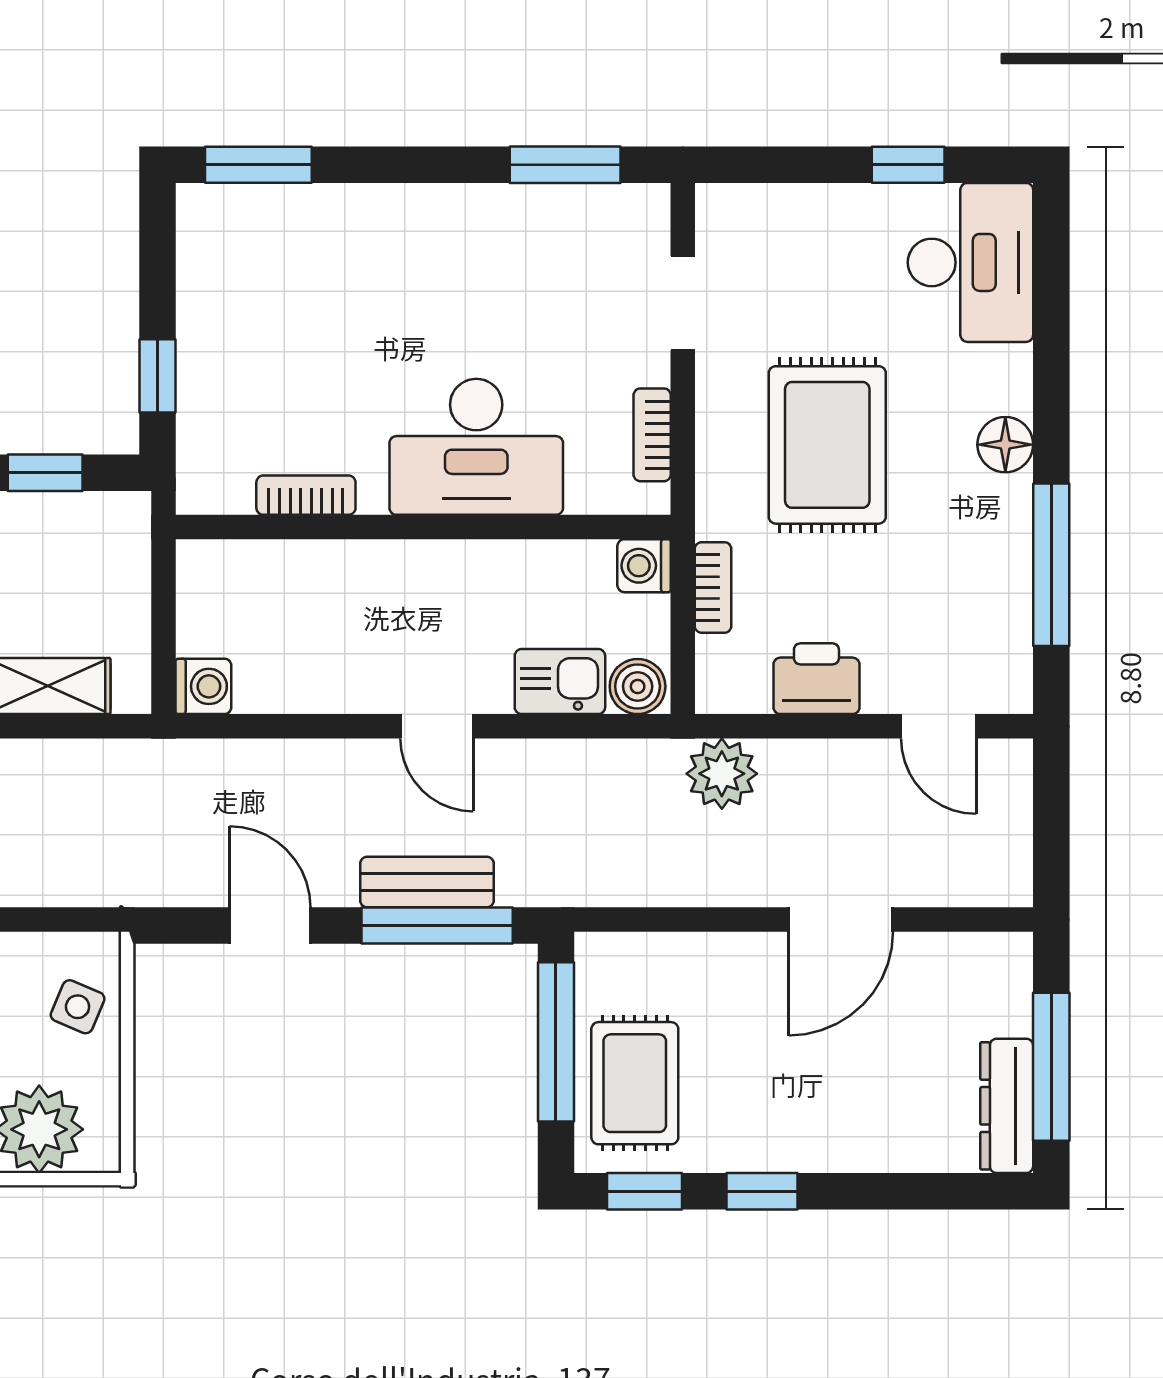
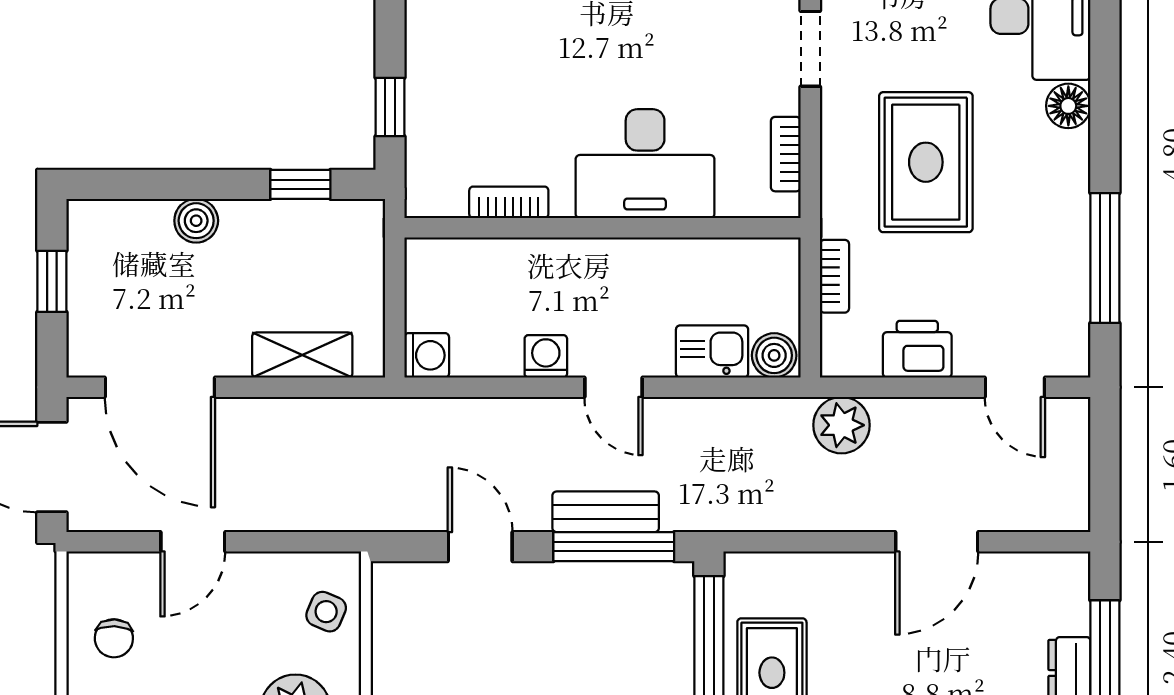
floor lamp: (1005, 445) -> (1068, 106), moved
washing machine: (644, 566) -> (546, 356), moved, turned 90

